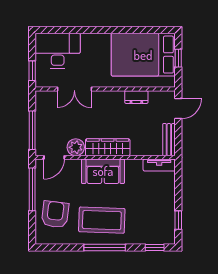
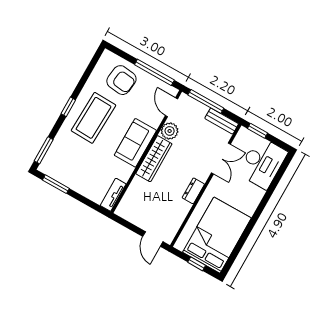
double door: (74, 89) -> (221, 158), swing flipped
dresser: (136, 97) -> (193, 191), moved
bench: (169, 140) -> (222, 121), moved
window: (178, 220) -> (56, 184), width x1.50
window: (105, 248) -> (68, 107), width x0.46
window: (155, 248) -> (44, 150), width x1.50

